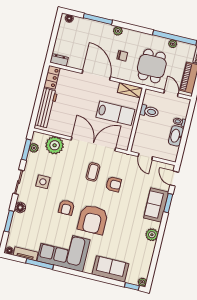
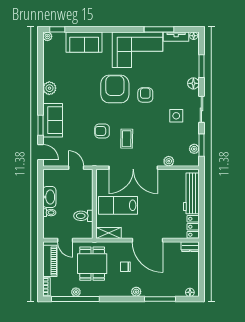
plant: (55, 145) -> (169, 161), width x0.53, depth x0.53

